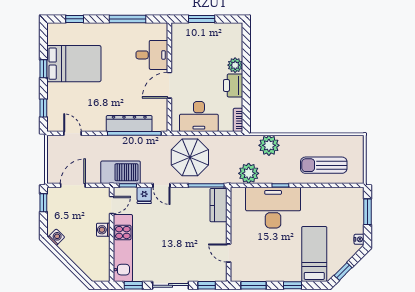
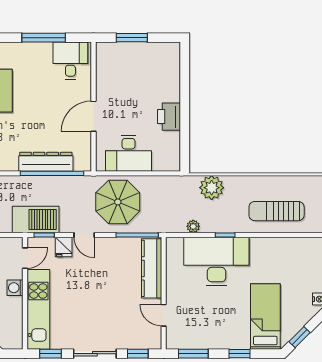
desk: (152, 55) -> (70, 61), moved, turned -90
plant: (235, 65) -> (172, 93), removed
bookcase: (238, 120) -> (175, 157), removed
plant: (249, 173) -> (193, 226), width x0.53, depth x0.53
kitchen counter: (218, 205) -> (152, 268), width x1.50

